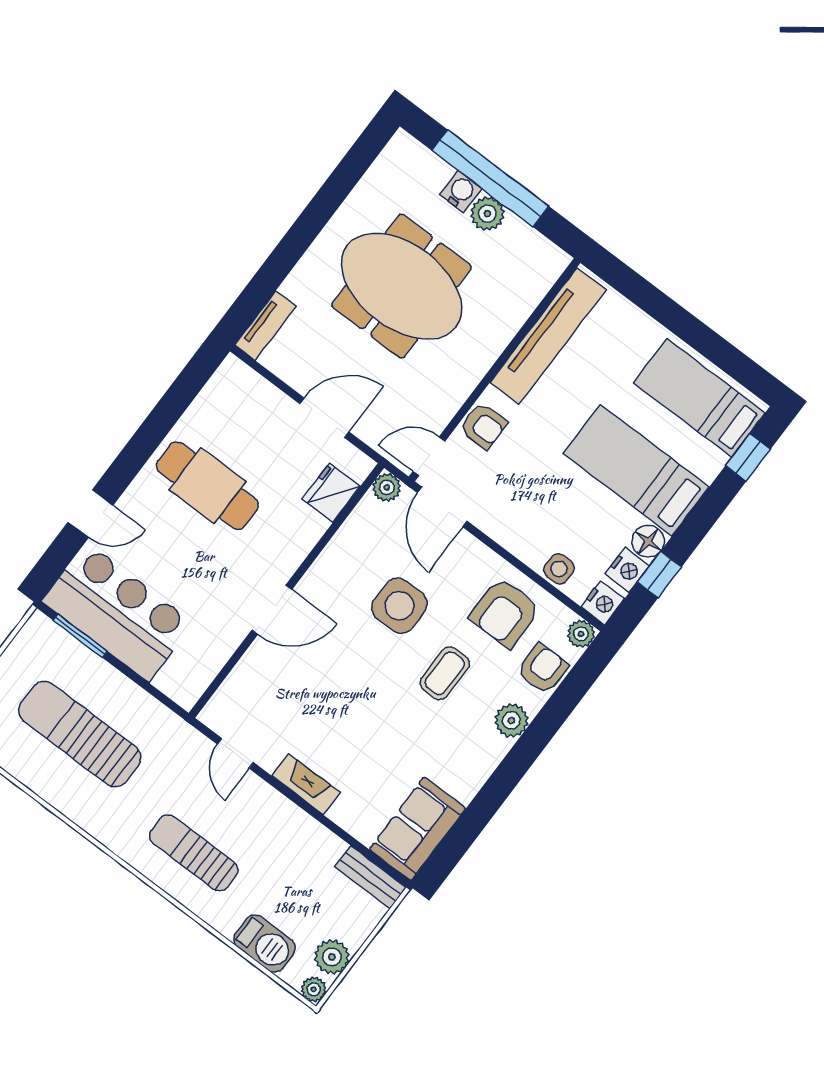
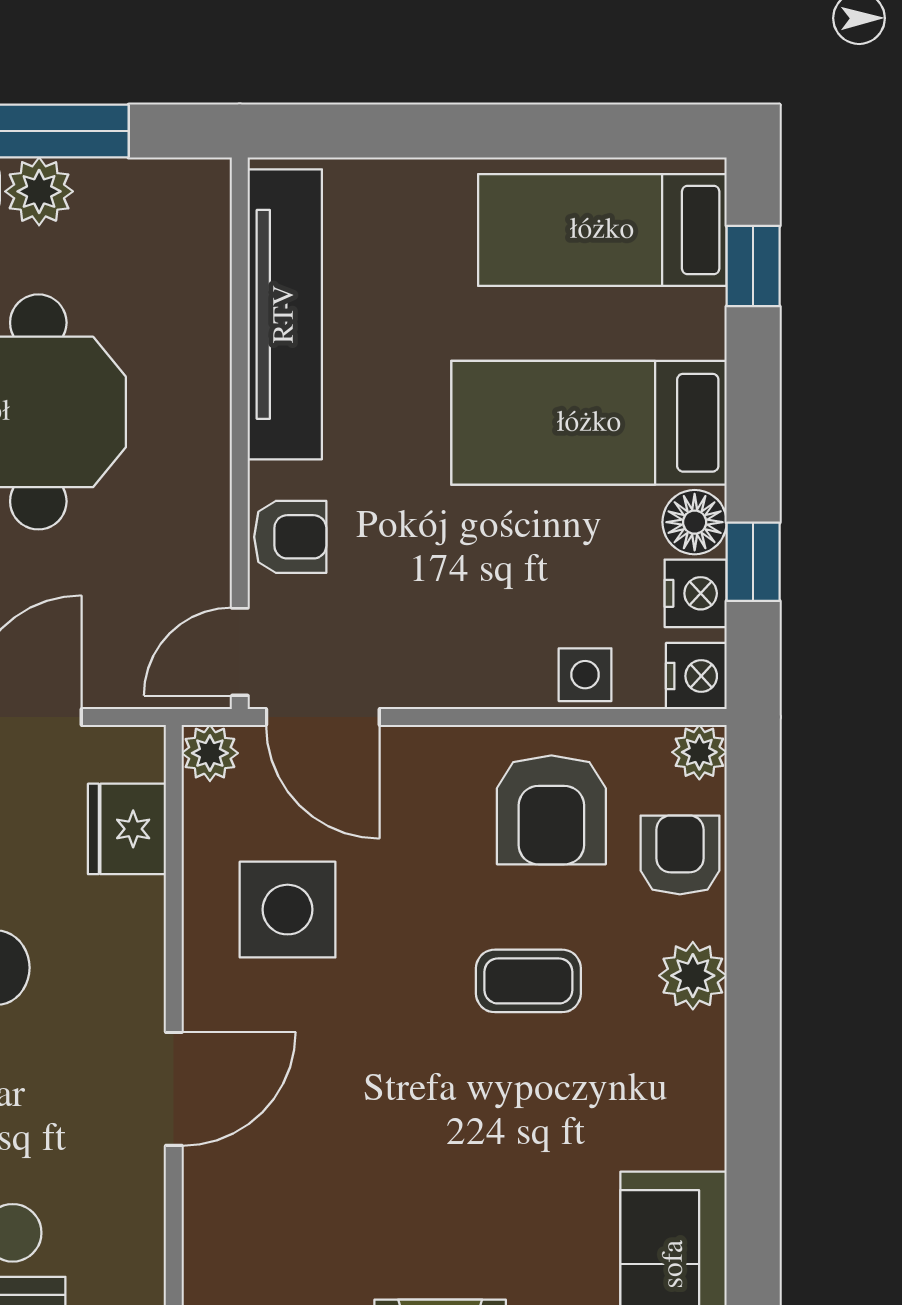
side table: (399, 606) -> (288, 910), moved
coffee table: (445, 673) -> (528, 981), turned 90

